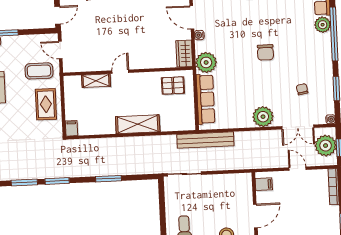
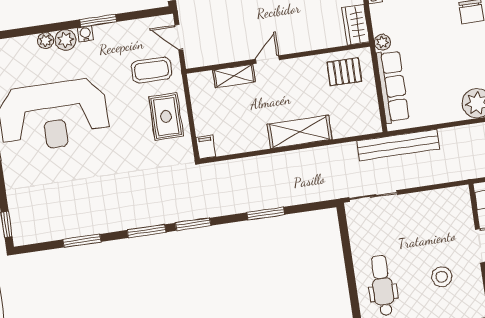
plant: (206, 62) -> (382, 42), width x0.53, depth x0.53

